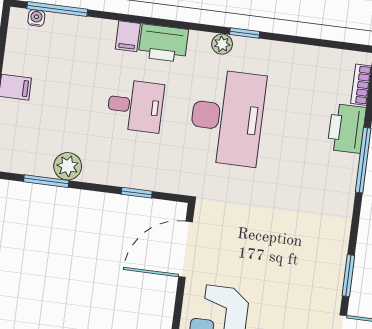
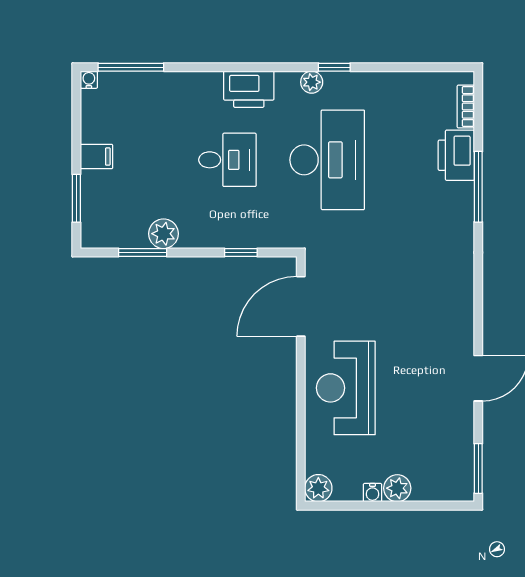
water cooler: (36, 18) -> (89, 80), moved
filing cabinet: (128, 36) -> (210, 87), removed
window: (348, 276) -> (478, 312), removed

